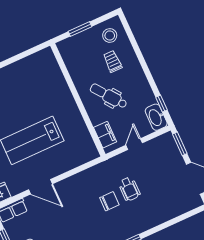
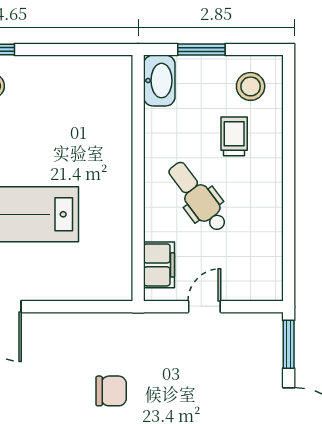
window: (161, 104) -> (289, 255), removed
washbasin: (156, 117) -> (159, 81), moved, turned 180
wheelchair: (129, 189) -> (158, 385), removed

